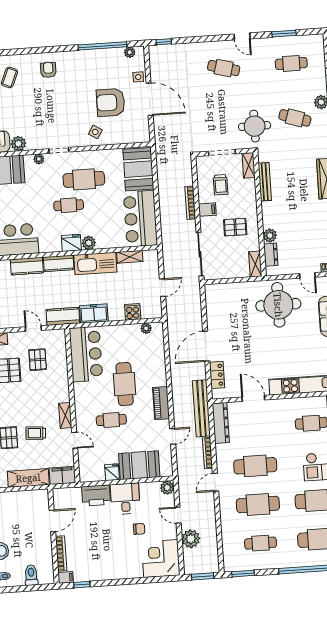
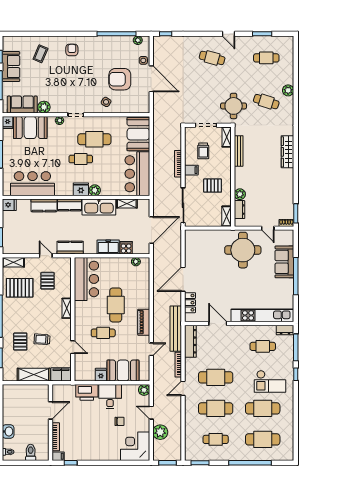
door: (162, 288) -> (151, 230), width x1.87
freezer: (94, 314) -> (108, 247), moved
shelving: (65, 415) -> (67, 308), moved

